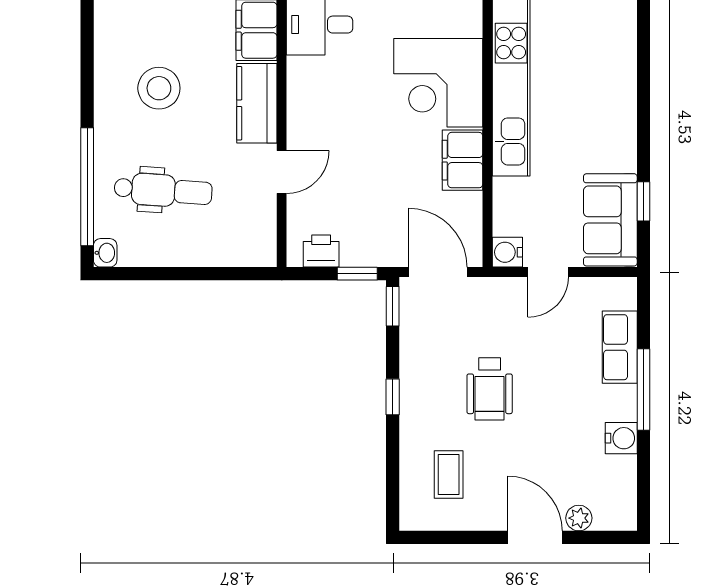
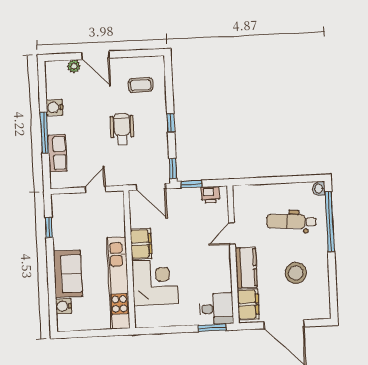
sofa: (610, 220) -> (68, 274), moved
water cooler: (507, 252) -> (63, 306), moved, turned 180
coffee table: (449, 475) -> (141, 85), turned 90

